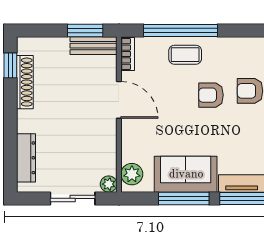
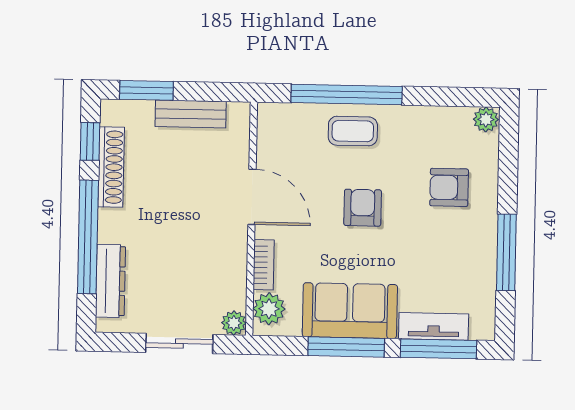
window: (85, 31) -> (146, 90), moved
bench: (93, 46) -> (191, 114), moved
bookcase: (128, 54) -> (264, 265), moved
armchair: (211, 95) -> (363, 208), moved, turned 90
window: (10, 129) -> (88, 237), added

